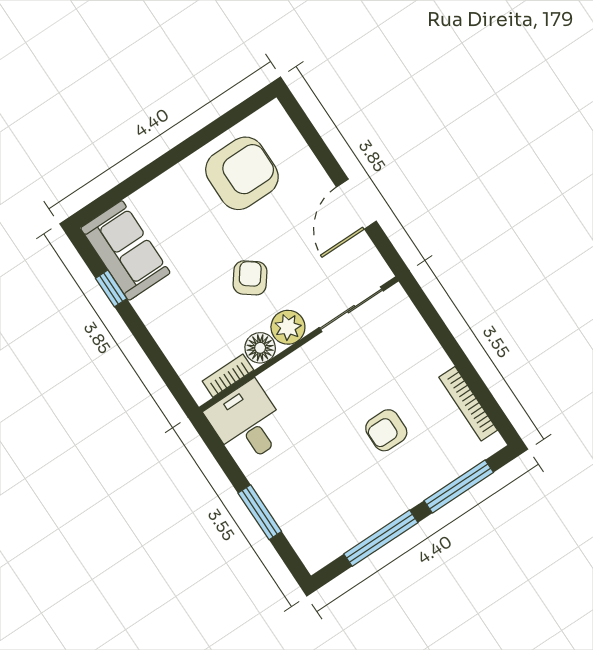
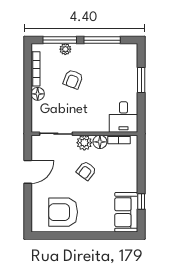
floor lamp: (434, 360) -> (38, 94), added
armchair: (386, 430) -> (73, 79), turned 111
plant: (437, 476) -> (65, 49), added

